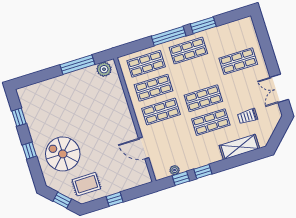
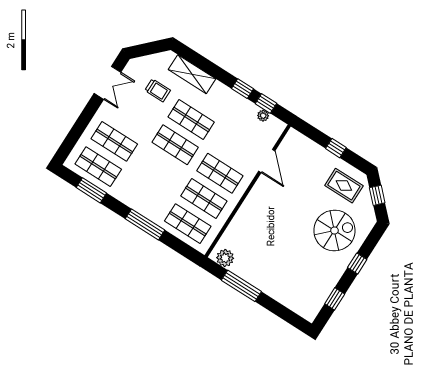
window: (203, 25) -> (91, 190), moved
shop shelf: (188, 51) -> (98, 167), moved
spiral stairs: (63, 154) -> (334, 231), turned -90

